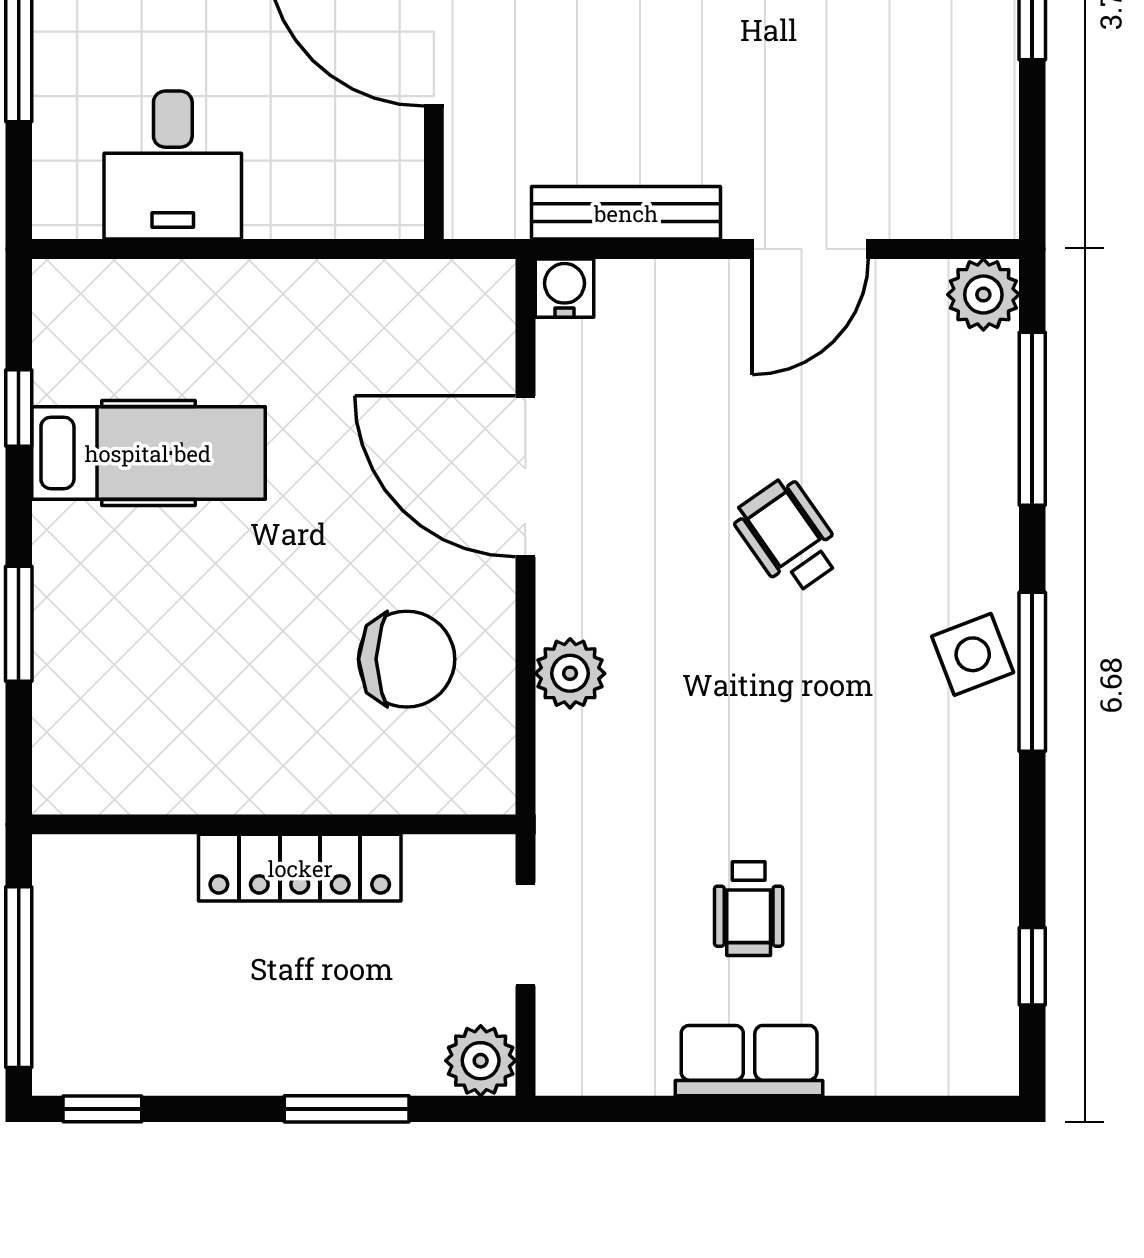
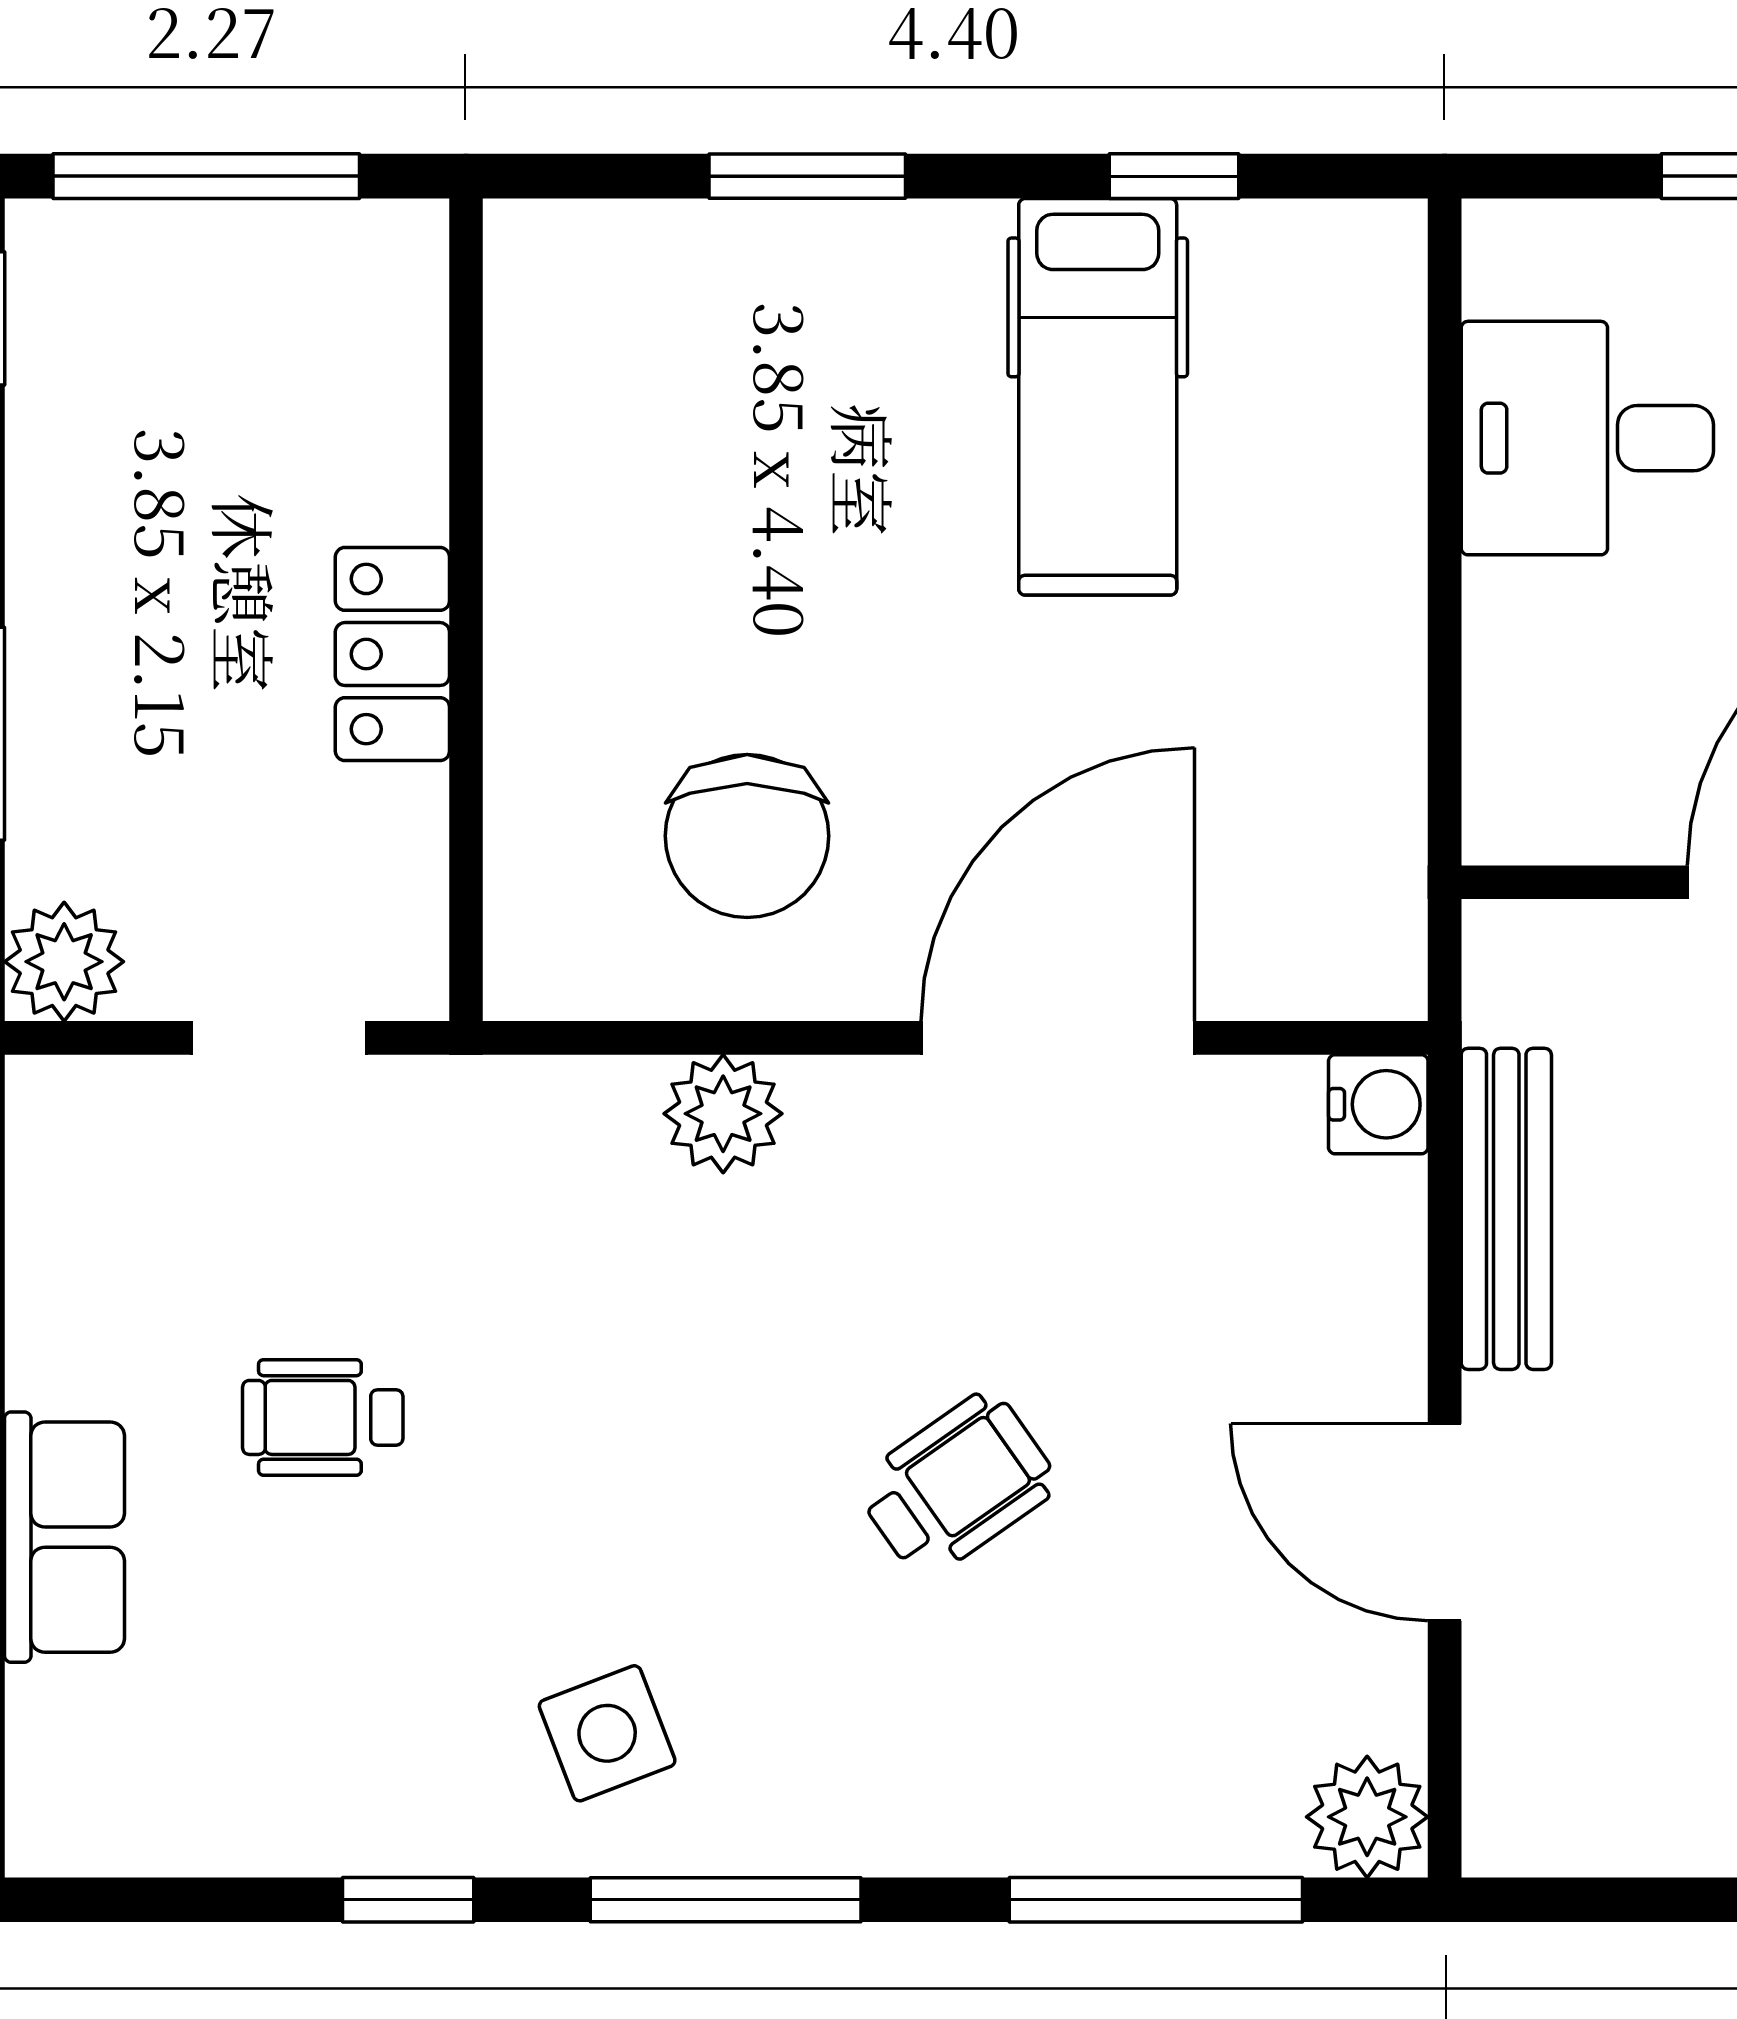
side table: (973, 654) -> (607, 1733), moved
locker: (300, 868) -> (392, 654), width x0.66
window: (1032, 966) -> (408, 1900), moved
row of seats: (749, 1061) -> (64, 1537), moved

